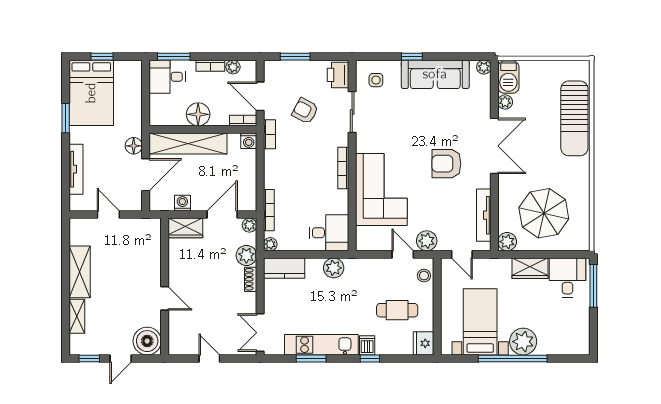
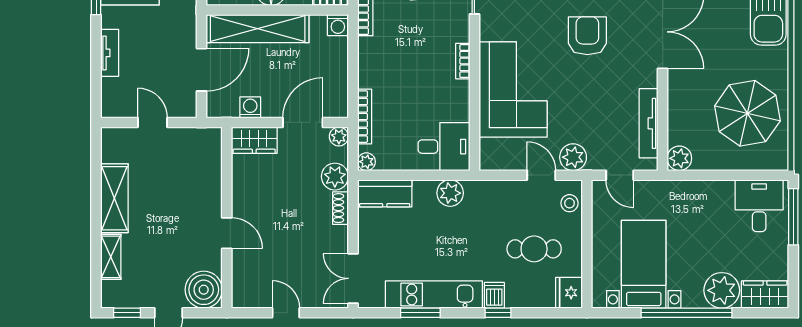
floor lamp: (134, 146) -> (186, 32), removed
armchair: (446, 164) -> (587, 36), moved, turned 90
bookcase: (343, 168) -> (463, 61), width x0.64
tv unit: (76, 169) -> (110, 53), width x0.71
parasol: (544, 213) -> (747, 113), moved
wardrobe: (530, 268) -> (765, 294), moved, turned 180
plant: (523, 342) -> (722, 290), moved

